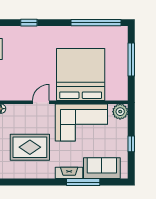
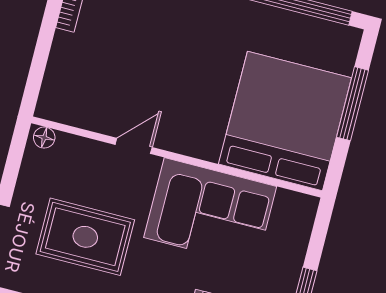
bed: (81, 75) -> (285, 121), moved
plant: (120, 112) -> (300, 210), removed

